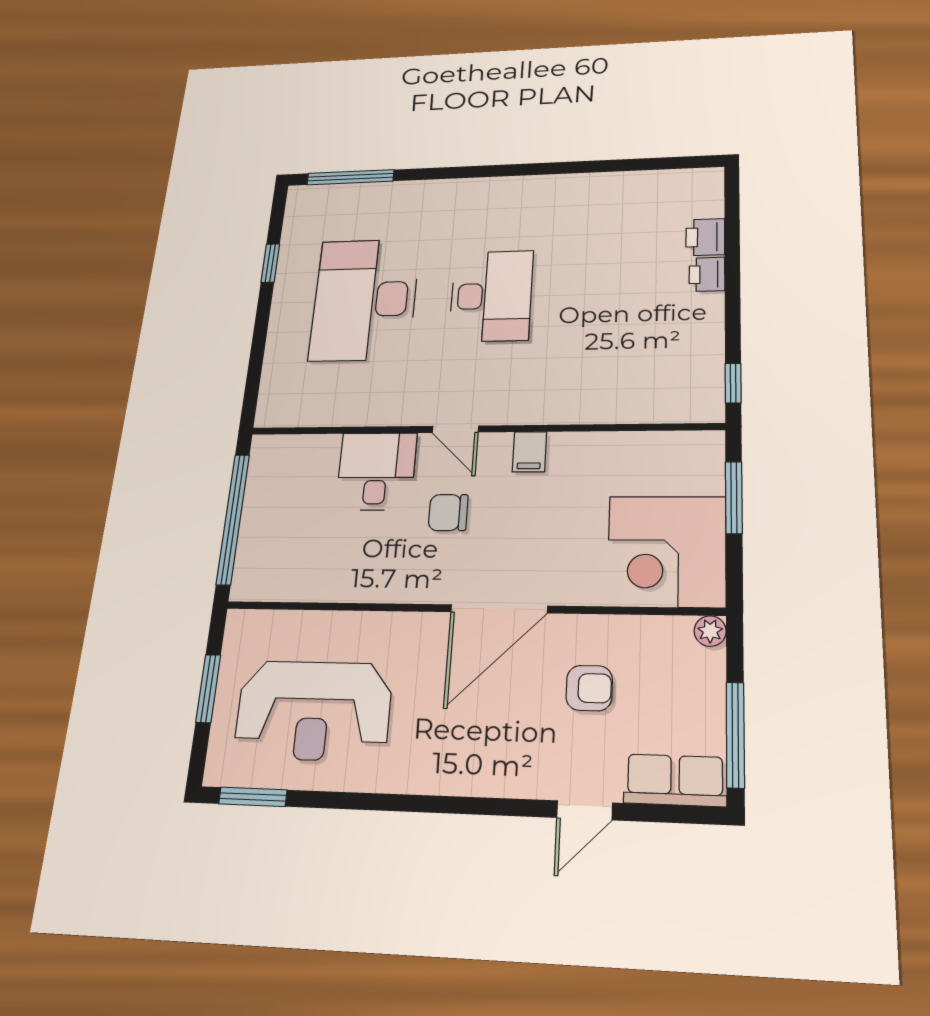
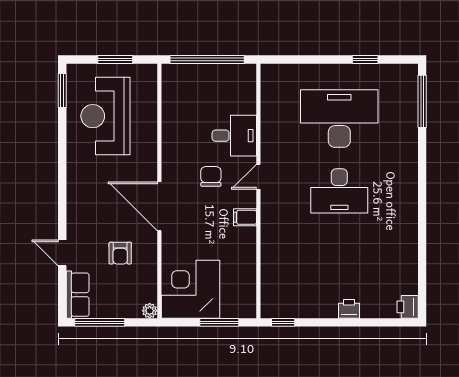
printer: (705, 237) -> (408, 307), moved, turned -90

